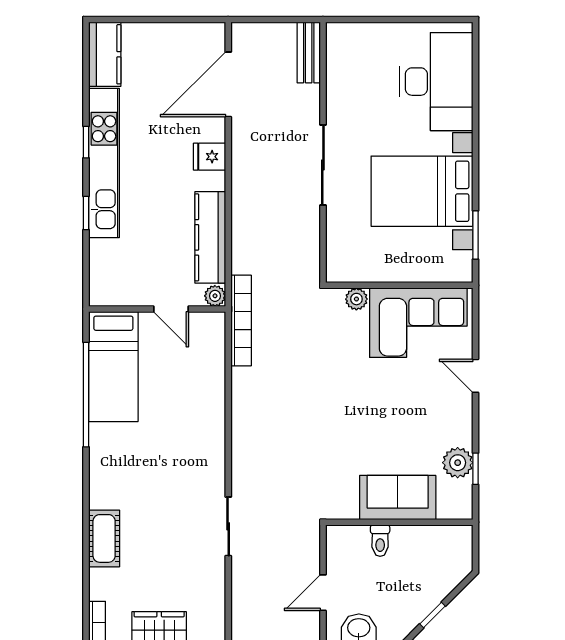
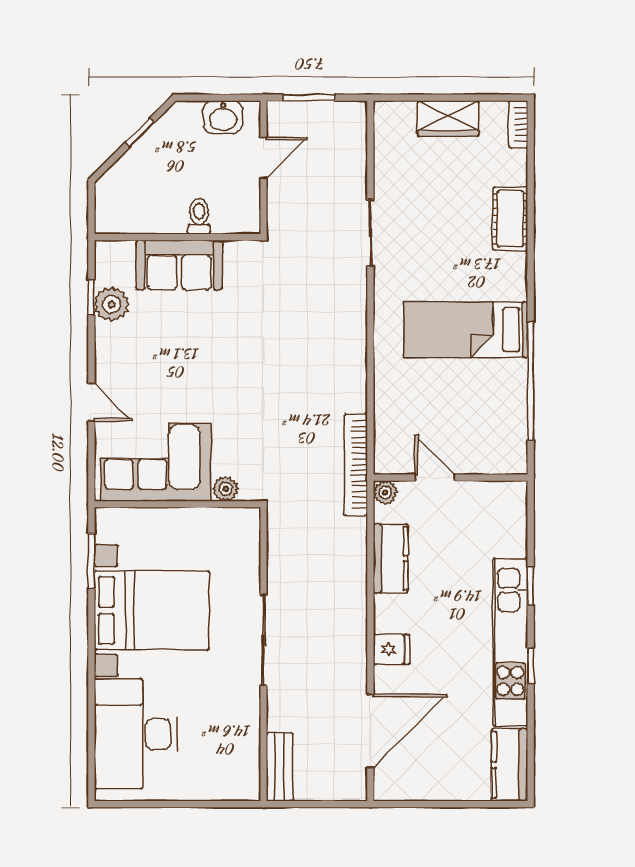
kitchen counter: (210, 237) -> (391, 558), width x0.67
bed: (113, 367) -> (466, 330), moved, turned -90

